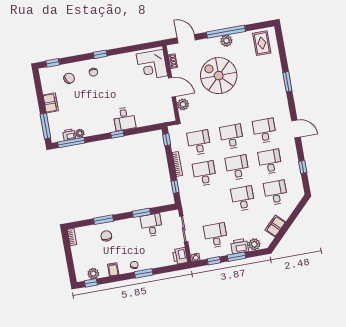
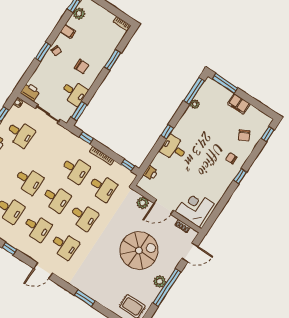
printer: (69, 135) -> (151, 173), moved
window: (141, 213) -> (79, 111), moved
chair: (106, 236) -> (82, 67), moved

